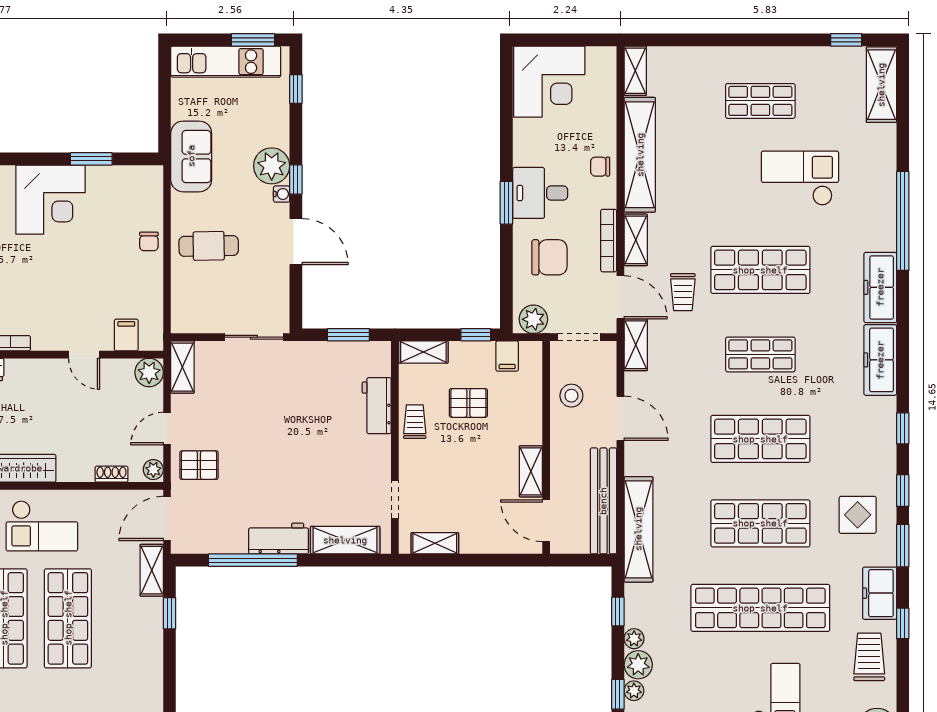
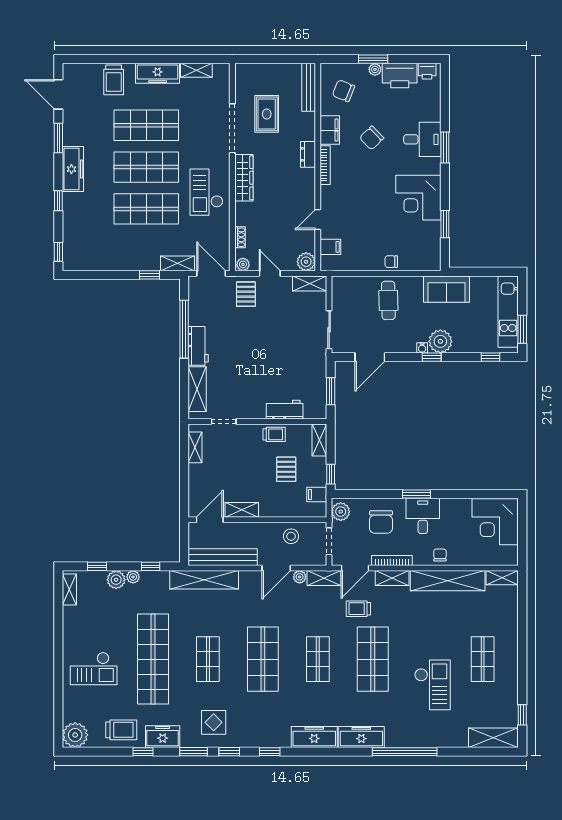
door: (296, 242) -> (370, 357), moved
shop shelf: (760, 523) -> (208, 659), width x0.70, depth x0.74
plant: (634, 691) -> (300, 577), moved

